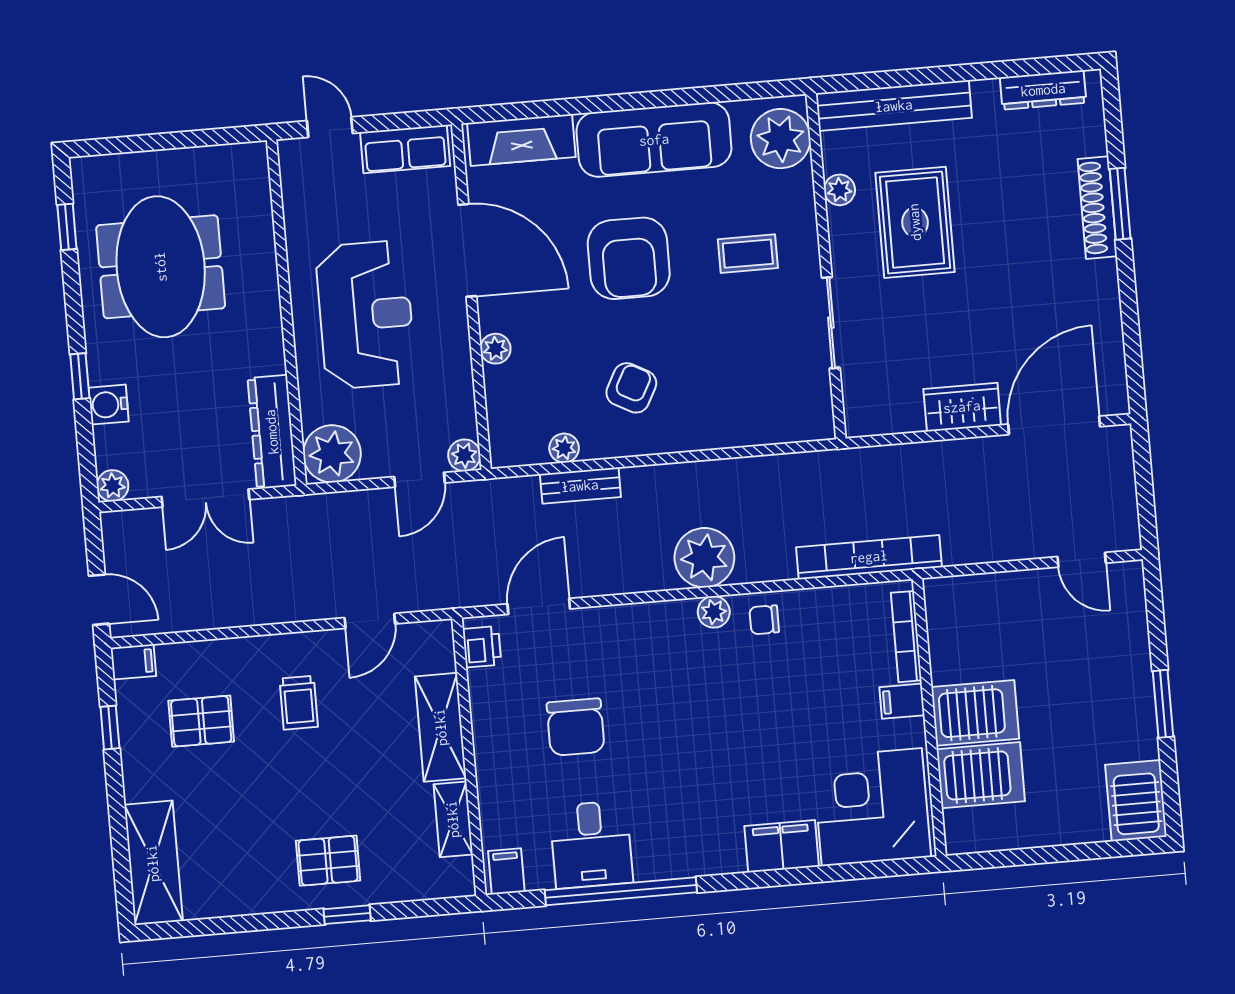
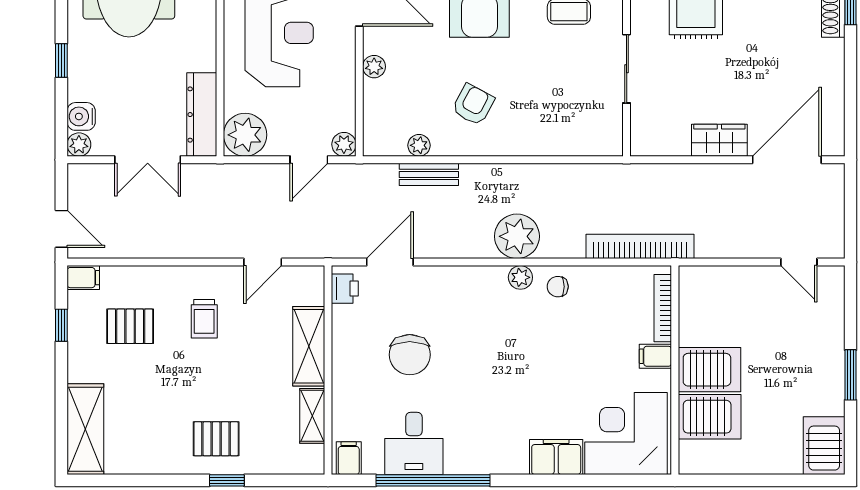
water cooler: (109, 405) -> (81, 116), moved

